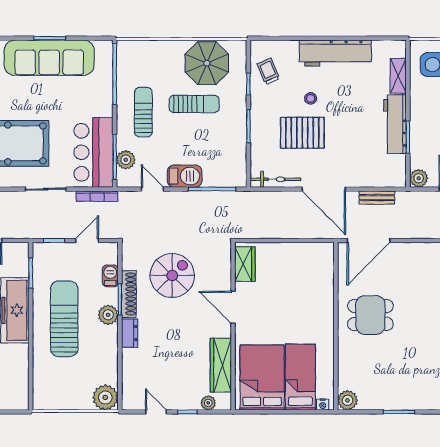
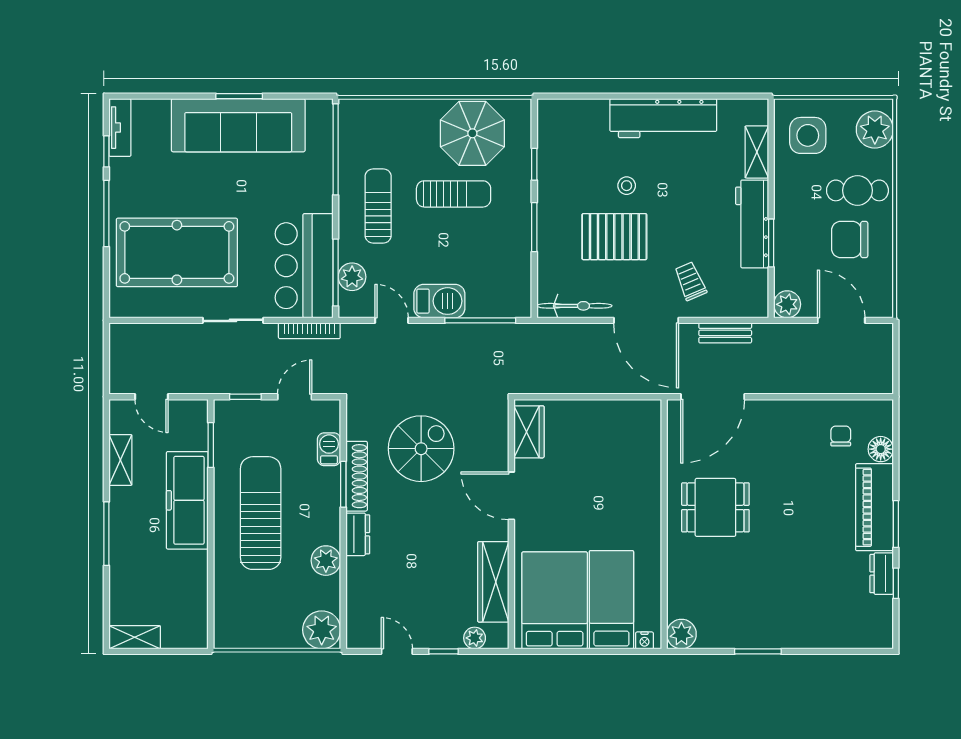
trolley: (268, 71) -> (690, 281), moved
plant: (108, 315) -> (326, 561), moved

